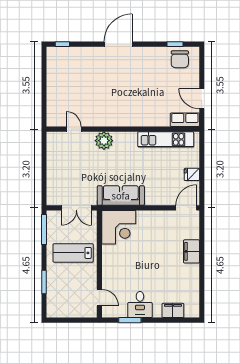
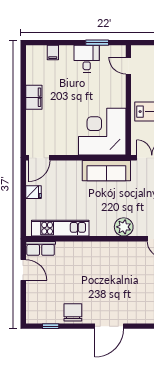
chair: (180, 59) -> (73, 312), moved
corner desk: (119, 227) -> (102, 132), width x1.36, depth x1.36
filing cabinet: (191, 251) -> (34, 97), moved
filing cabinet: (173, 310) -> (53, 52), width x0.50

